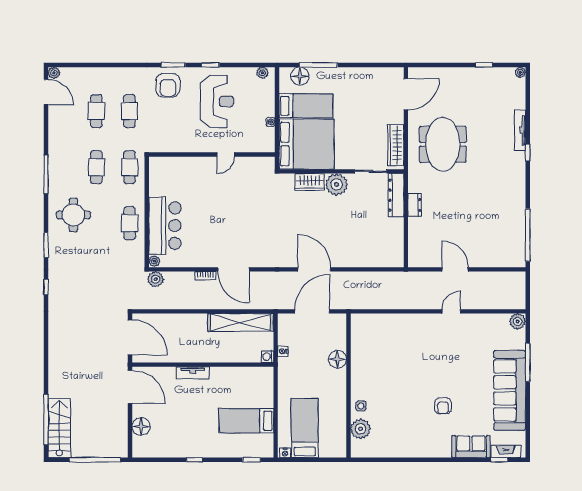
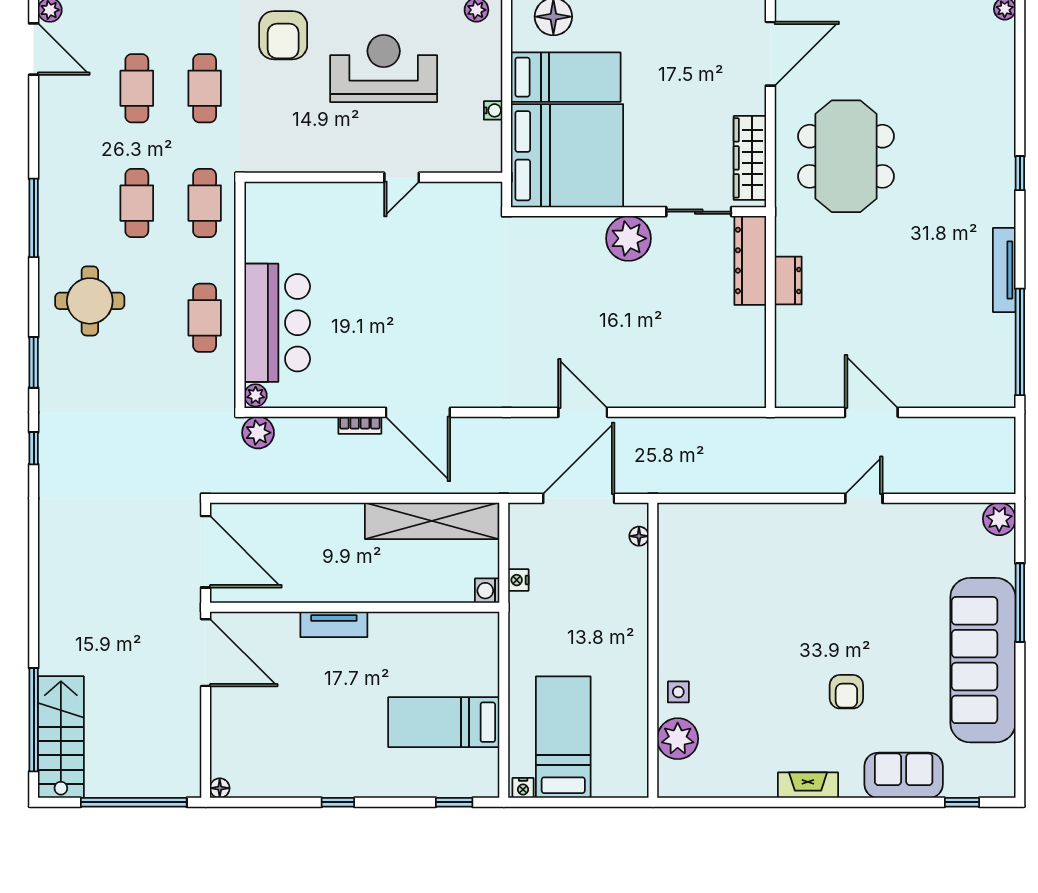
reception desk: (217, 101) -> (384, 69), turned -90
tv unit: (520, 130) -> (1004, 270), moved
wardrobe: (310, 182) -> (574, 233), removed
door: (314, 269) -> (583, 412), width x0.73
floor lamp: (338, 359) -> (639, 536), moved, width x0.53, depth x0.53
floor lamp: (141, 426) -> (220, 788), moved, width x0.53, depth x0.53
fireplace: (506, 451) -> (808, 785), moved

